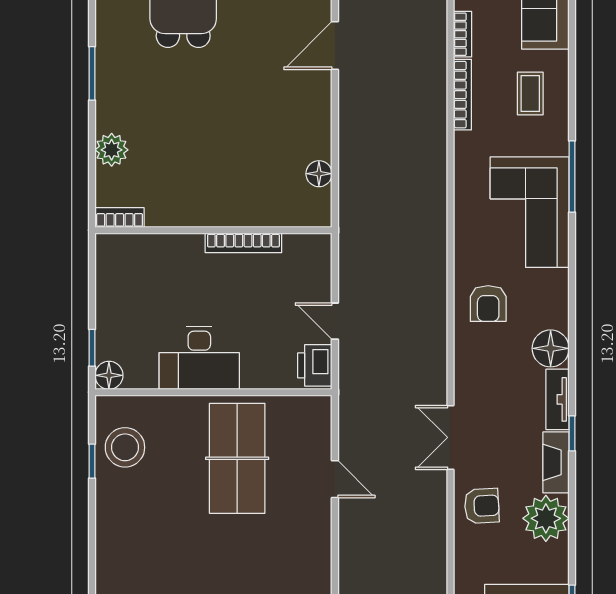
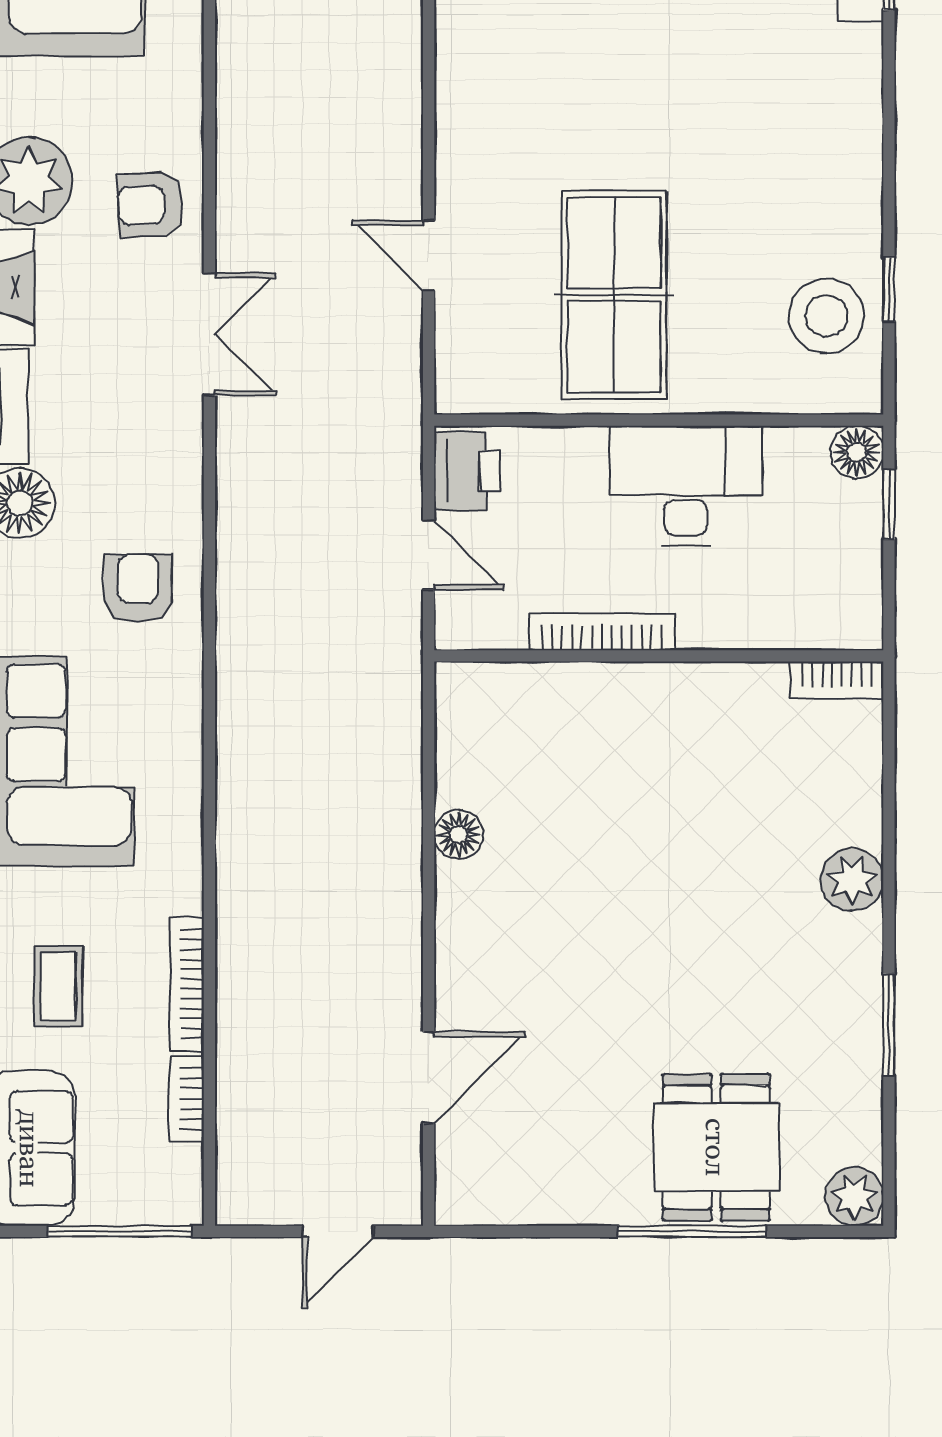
bookcase: (120, 218) -> (837, 680), moved
wall: (213, 230) -> (659, 656), moved
bookcase: (243, 243) -> (602, 632), moved

